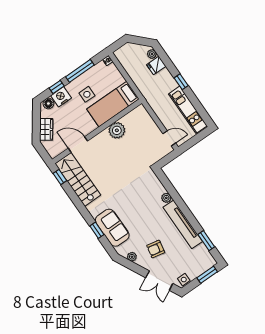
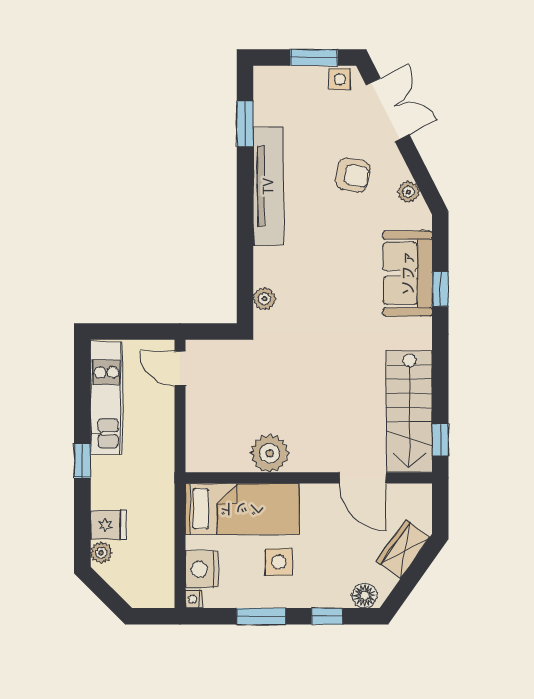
window: (80, 71) -> (261, 616), width x0.69
nightstand: (61, 97) -> (202, 569), moved, turned 90
plant: (166, 198) -> (265, 299), moved
window: (207, 275) -> (314, 58), moved

